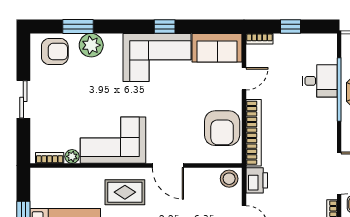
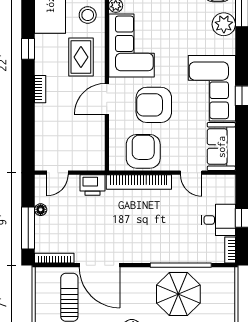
bookcase: (260, 39) -> (230, 250), moved
desk: (320, 81) -> (218, 220), moved, turned -90
armchair: (174, 117) -> (154, 105), added
armchair: (222, 128) -> (143, 151), turned 90
stool: (229, 179) -> (88, 15), moved

